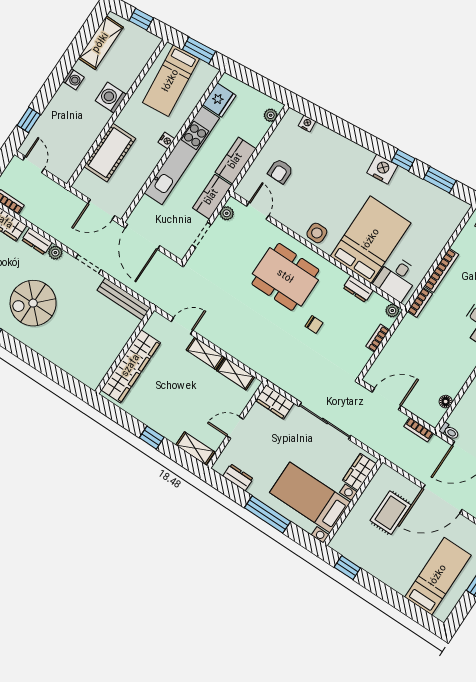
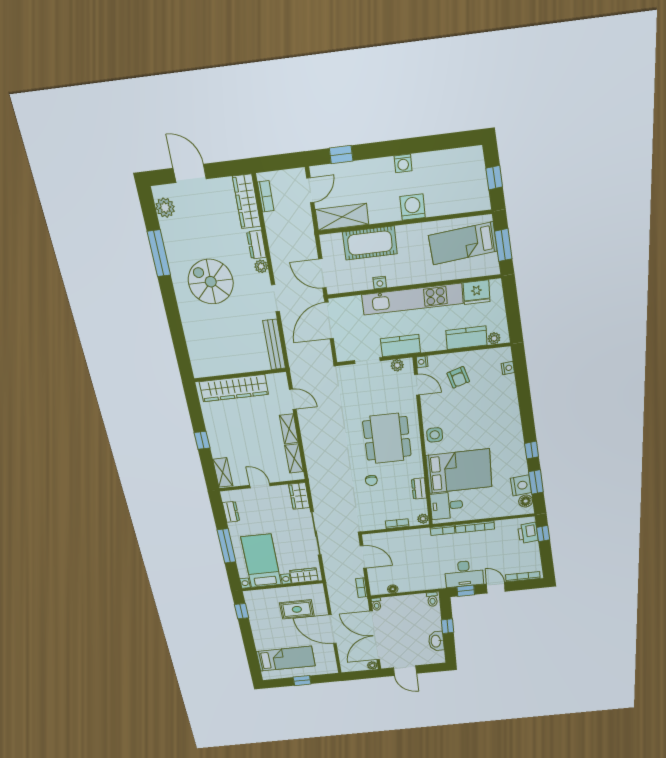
shelving: (101, 43) -> (342, 217), moved
nightstand: (166, 140) -> (380, 283), moved
kitchen counter: (236, 161) -> (467, 338), moved
nightstand: (382, 169) -> (521, 485), moved
armchair: (280, 171) -> (458, 377), turned -107
nightstand: (241, 190) -> (422, 362), added
floor lamp: (452, 204) -> (526, 501), added
door: (258, 211) -> (417, 385), hinge flipped

